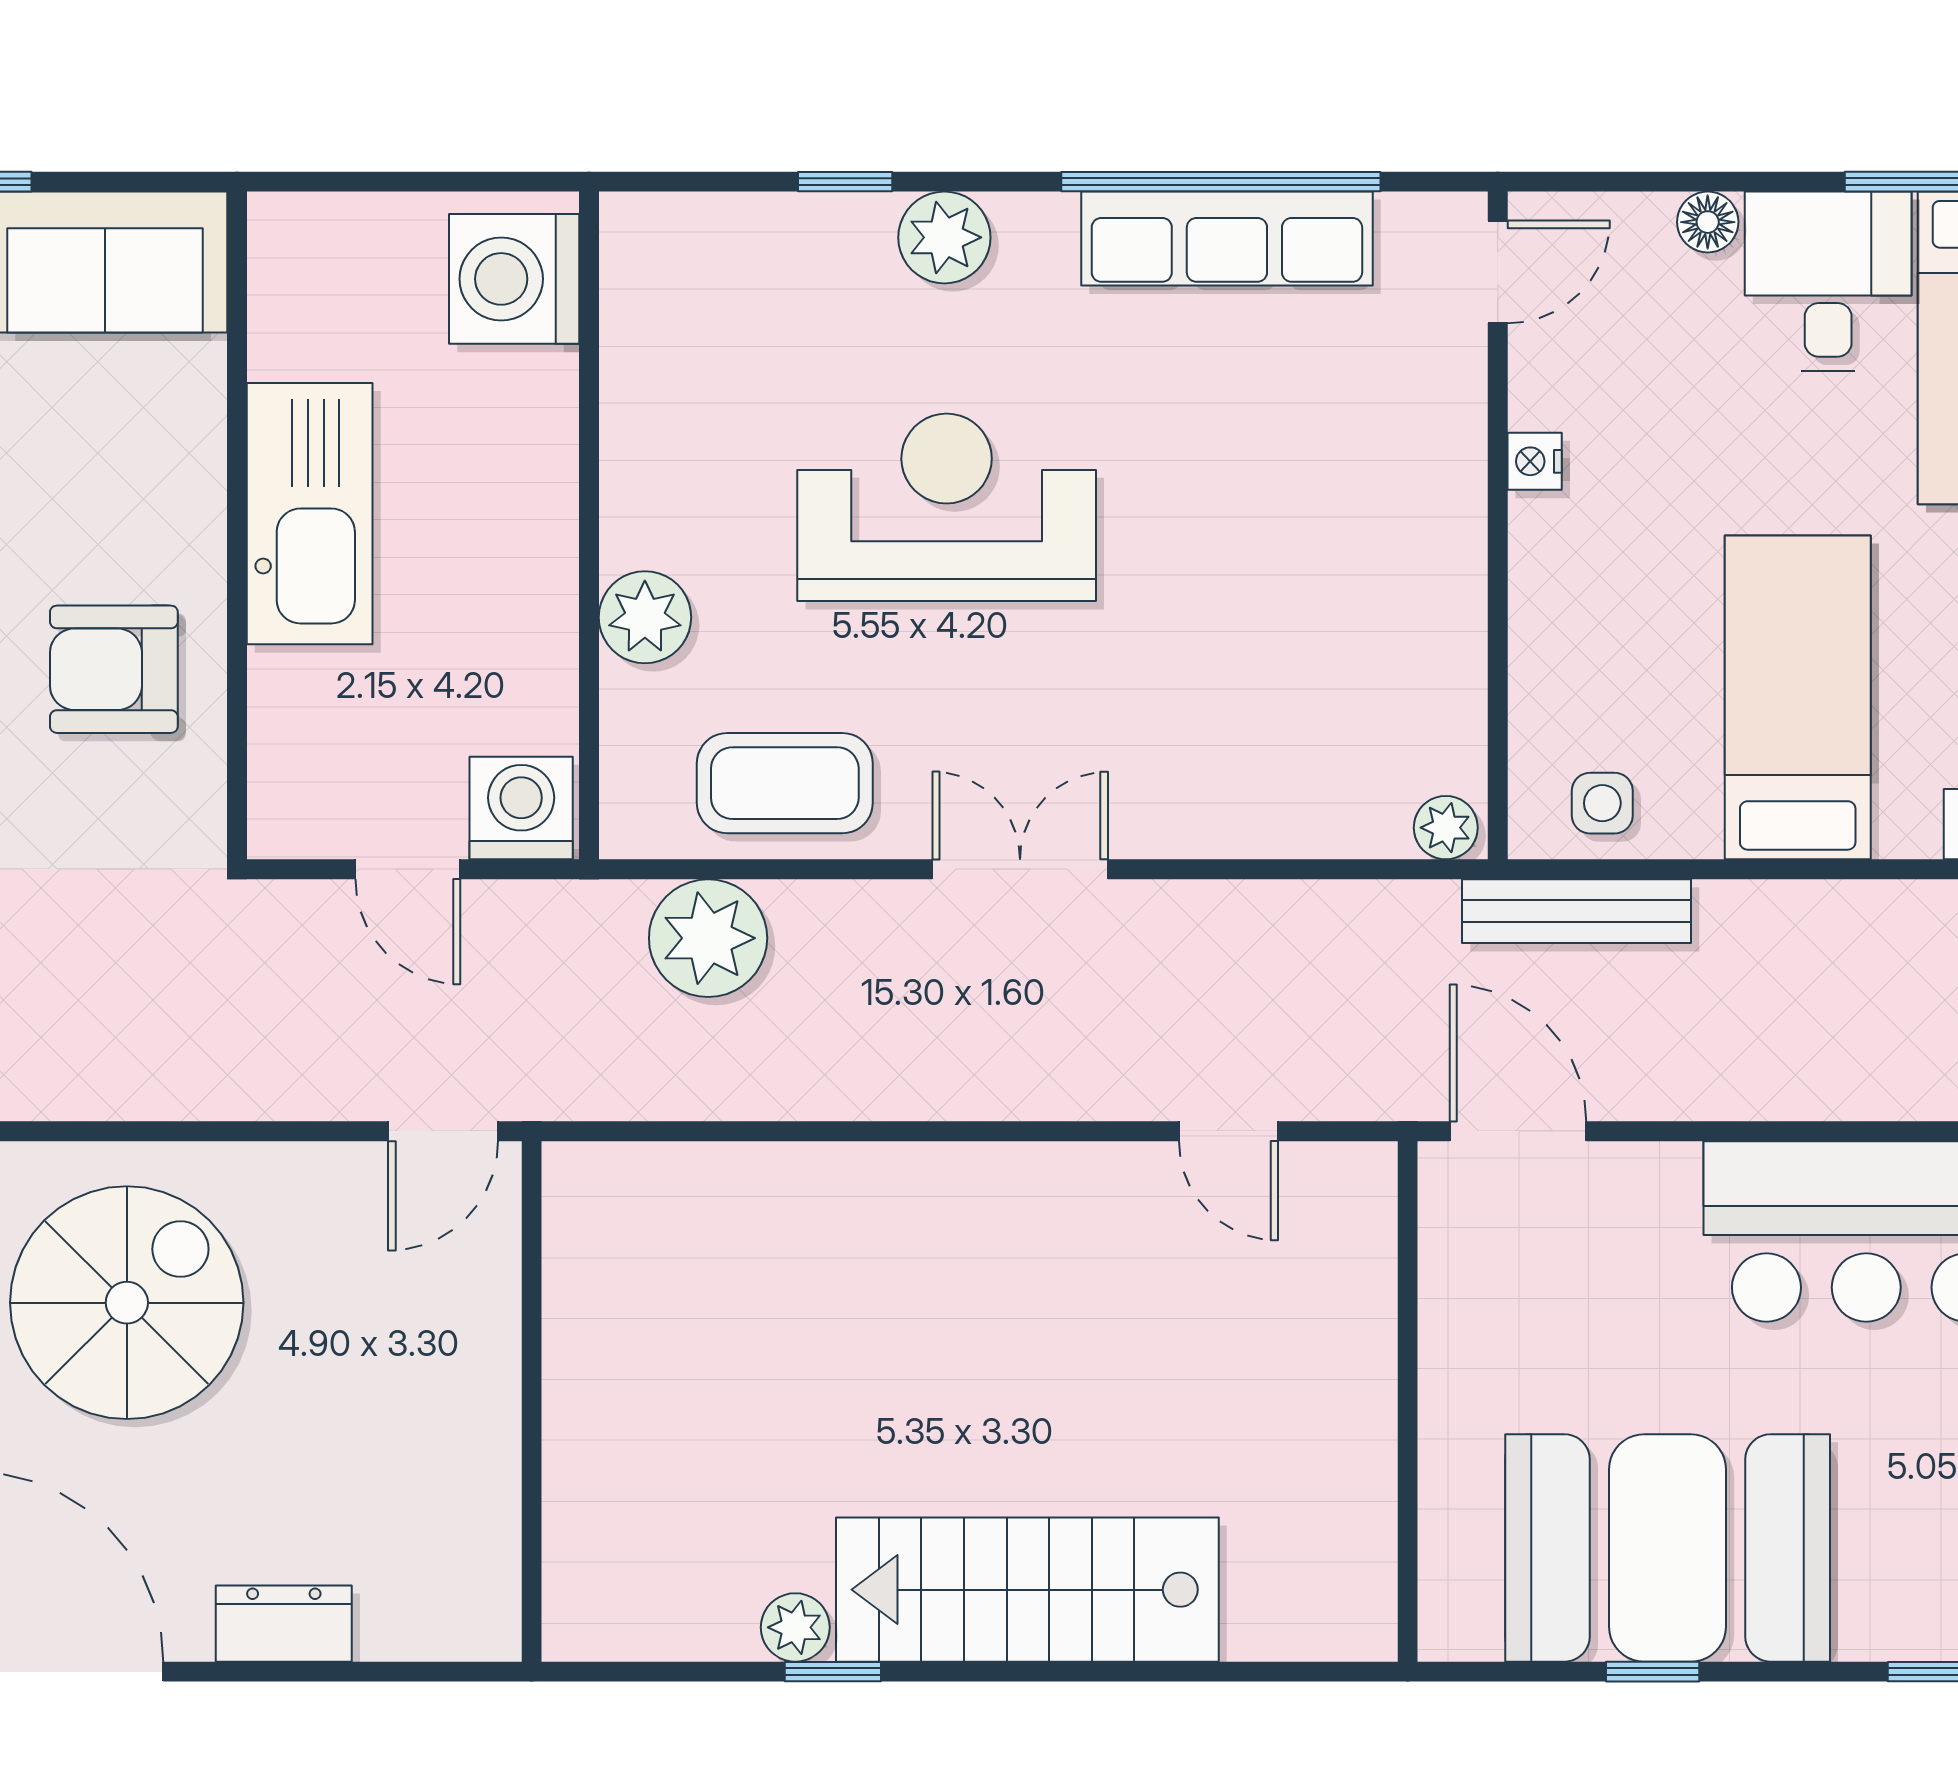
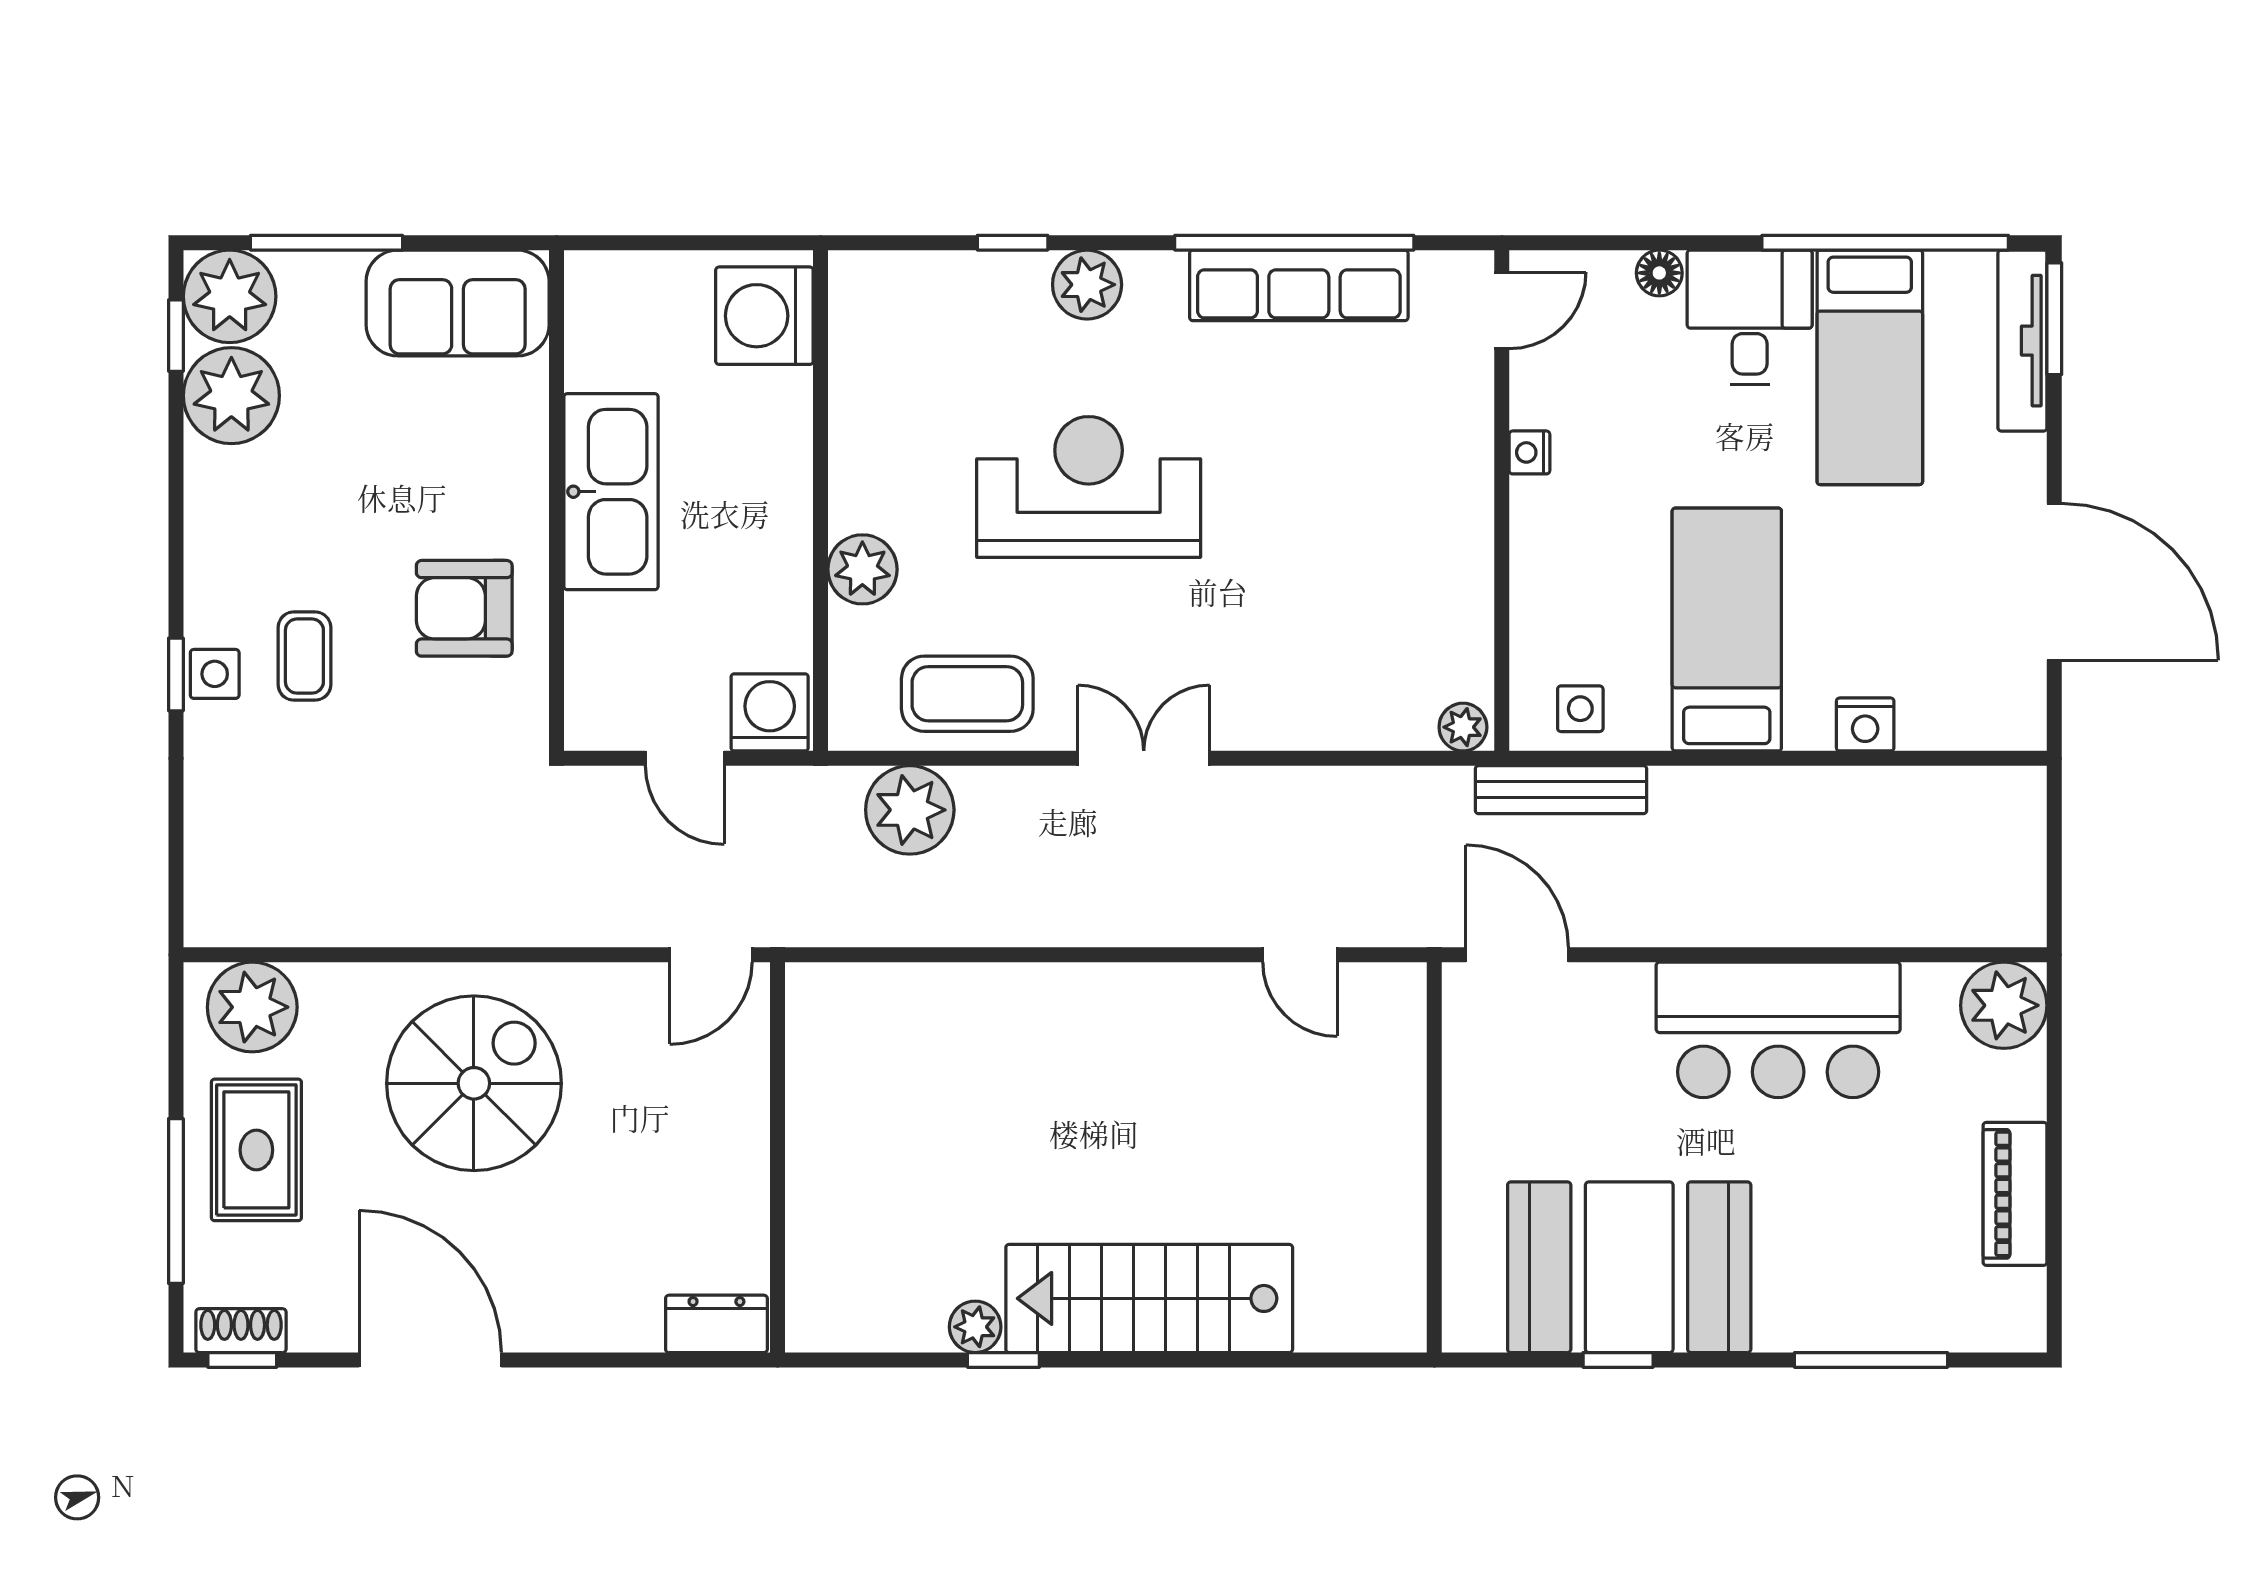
dresser: (284, 1624) -> (716, 1324), moved

